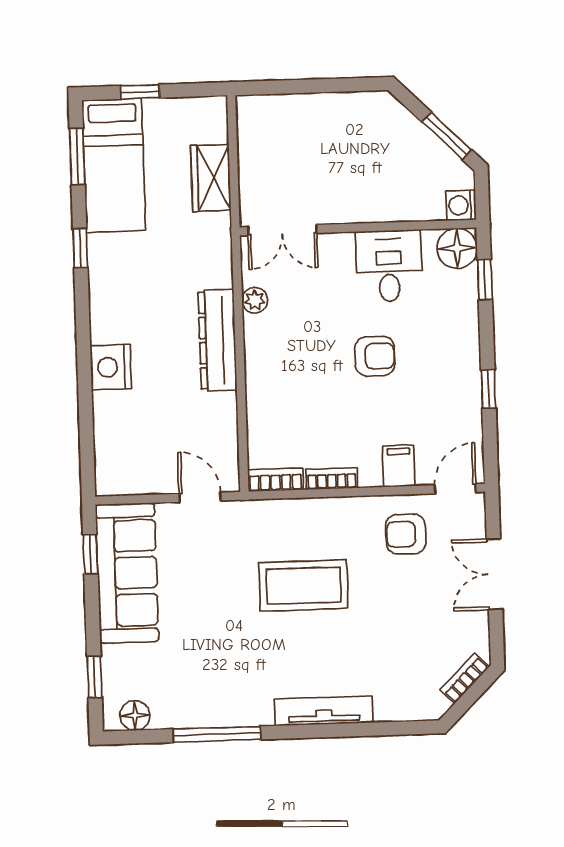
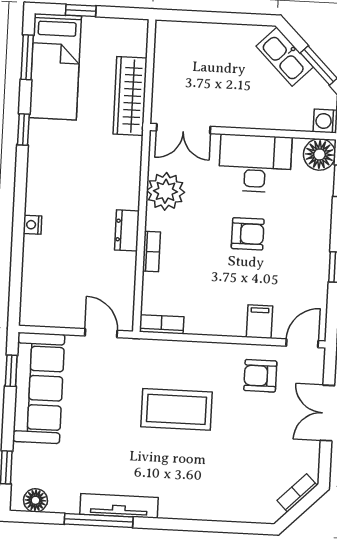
kitchen sink: (403, 128) -> (285, 57), added
wardrobe: (211, 178) -> (130, 96), width x1.50
desk: (389, 266) -> (255, 163), width x1.37
plant: (255, 300) -> (166, 191), width x1.88, depth x1.88
dresser: (217, 340) -> (127, 230), width x0.51, depth x0.80
nightstand: (111, 367) -> (32, 225), width x0.53, depth x0.56
bookcase: (332, 479) -> (151, 252), moved, turned 90
tv unit: (324, 711) -> (119, 506), moved

